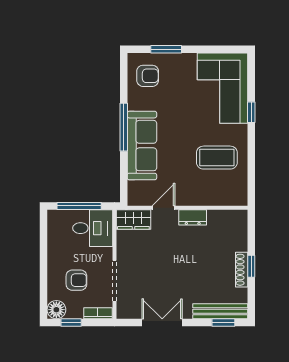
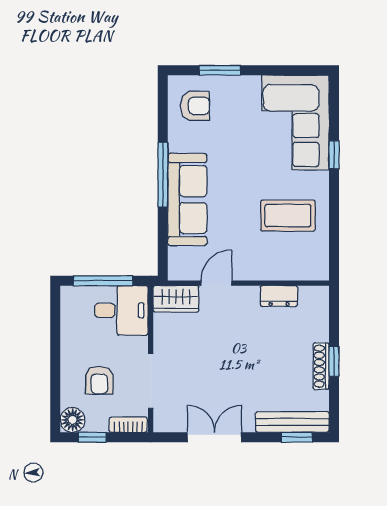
dresser: (193, 217) -> (279, 296), moved
armchair: (76, 280) -> (99, 380), turned 90

